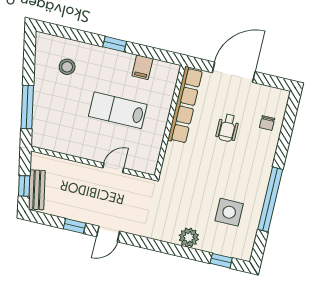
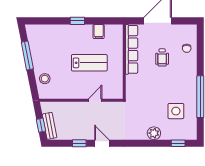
stool: (67, 67) -> (45, 79), moved
window: (27, 107) -> (27, 55), moved
lab bench: (118, 110) -> (89, 63), turned 180
door: (108, 234) -> (102, 143), swing flipped

